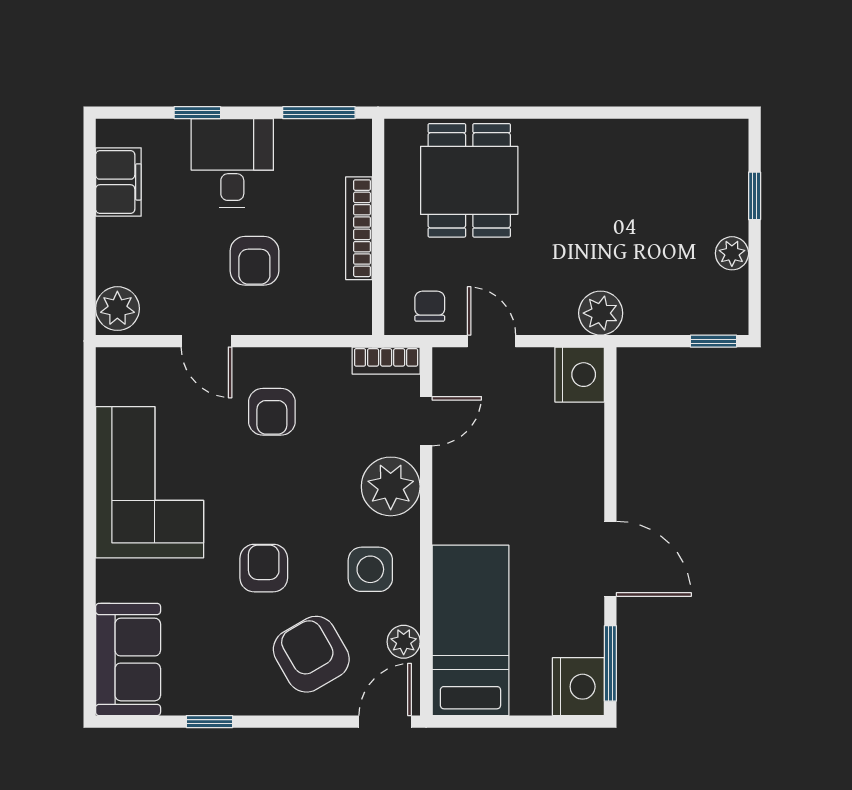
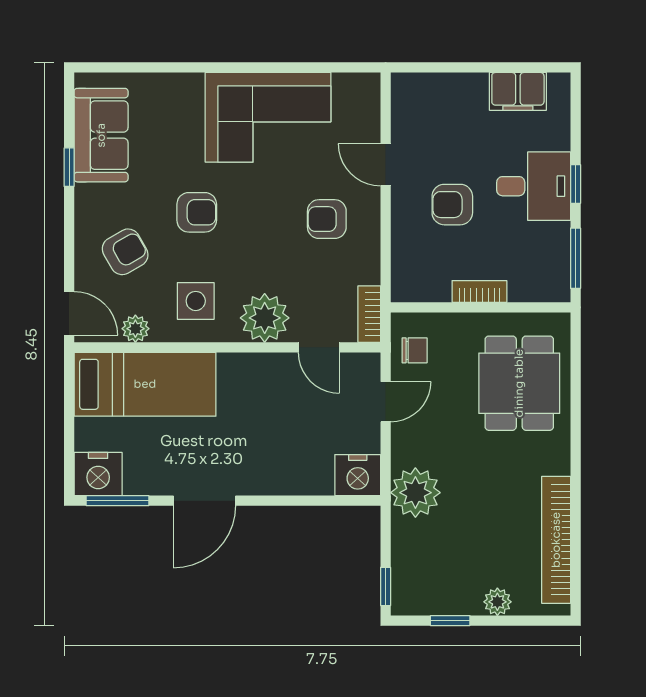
window: (197, 113) -> (576, 184), moved
bookcase: (657, 136) -> (556, 540), added
dining table: (469, 180) -> (519, 383), turned 90
window: (755, 196) -> (450, 621), moved
bookcase: (359, 228) -> (479, 291), width x0.64
plant: (732, 253) -> (497, 602), moved
plant: (117, 309) -> (413, 91), removed
plant: (601, 313) -> (415, 493), width x1.36, depth x1.36
door: (207, 341) -> (386, 165), hinge flipped
armchair: (311, 654) -> (125, 252), width x0.72, depth x0.72
sofa: (128, 659) -> (101, 135), moved, turned -90

